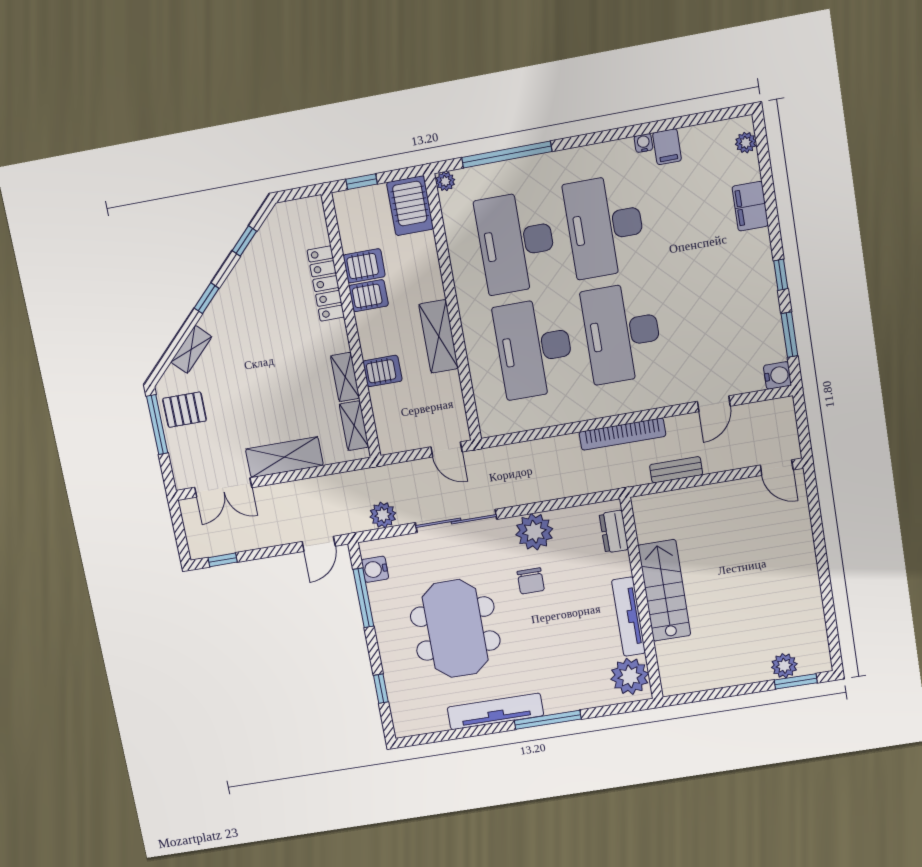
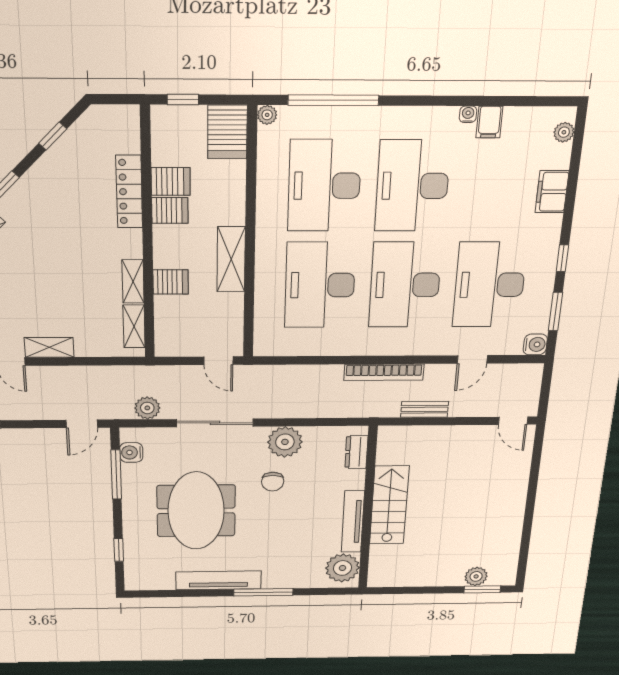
desk: (711, 317) -> (490, 285), added
shelving: (284, 457) -> (49, 347), width x0.67, depth x0.75

